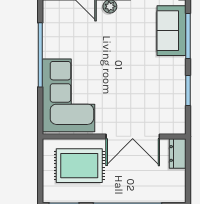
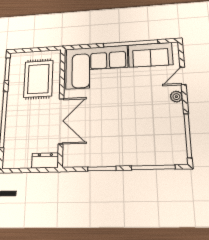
sofa: (172, 31) -> (150, 55), moved, turned 180
double door: (133, 136) -> (61, 121), swing flipped

